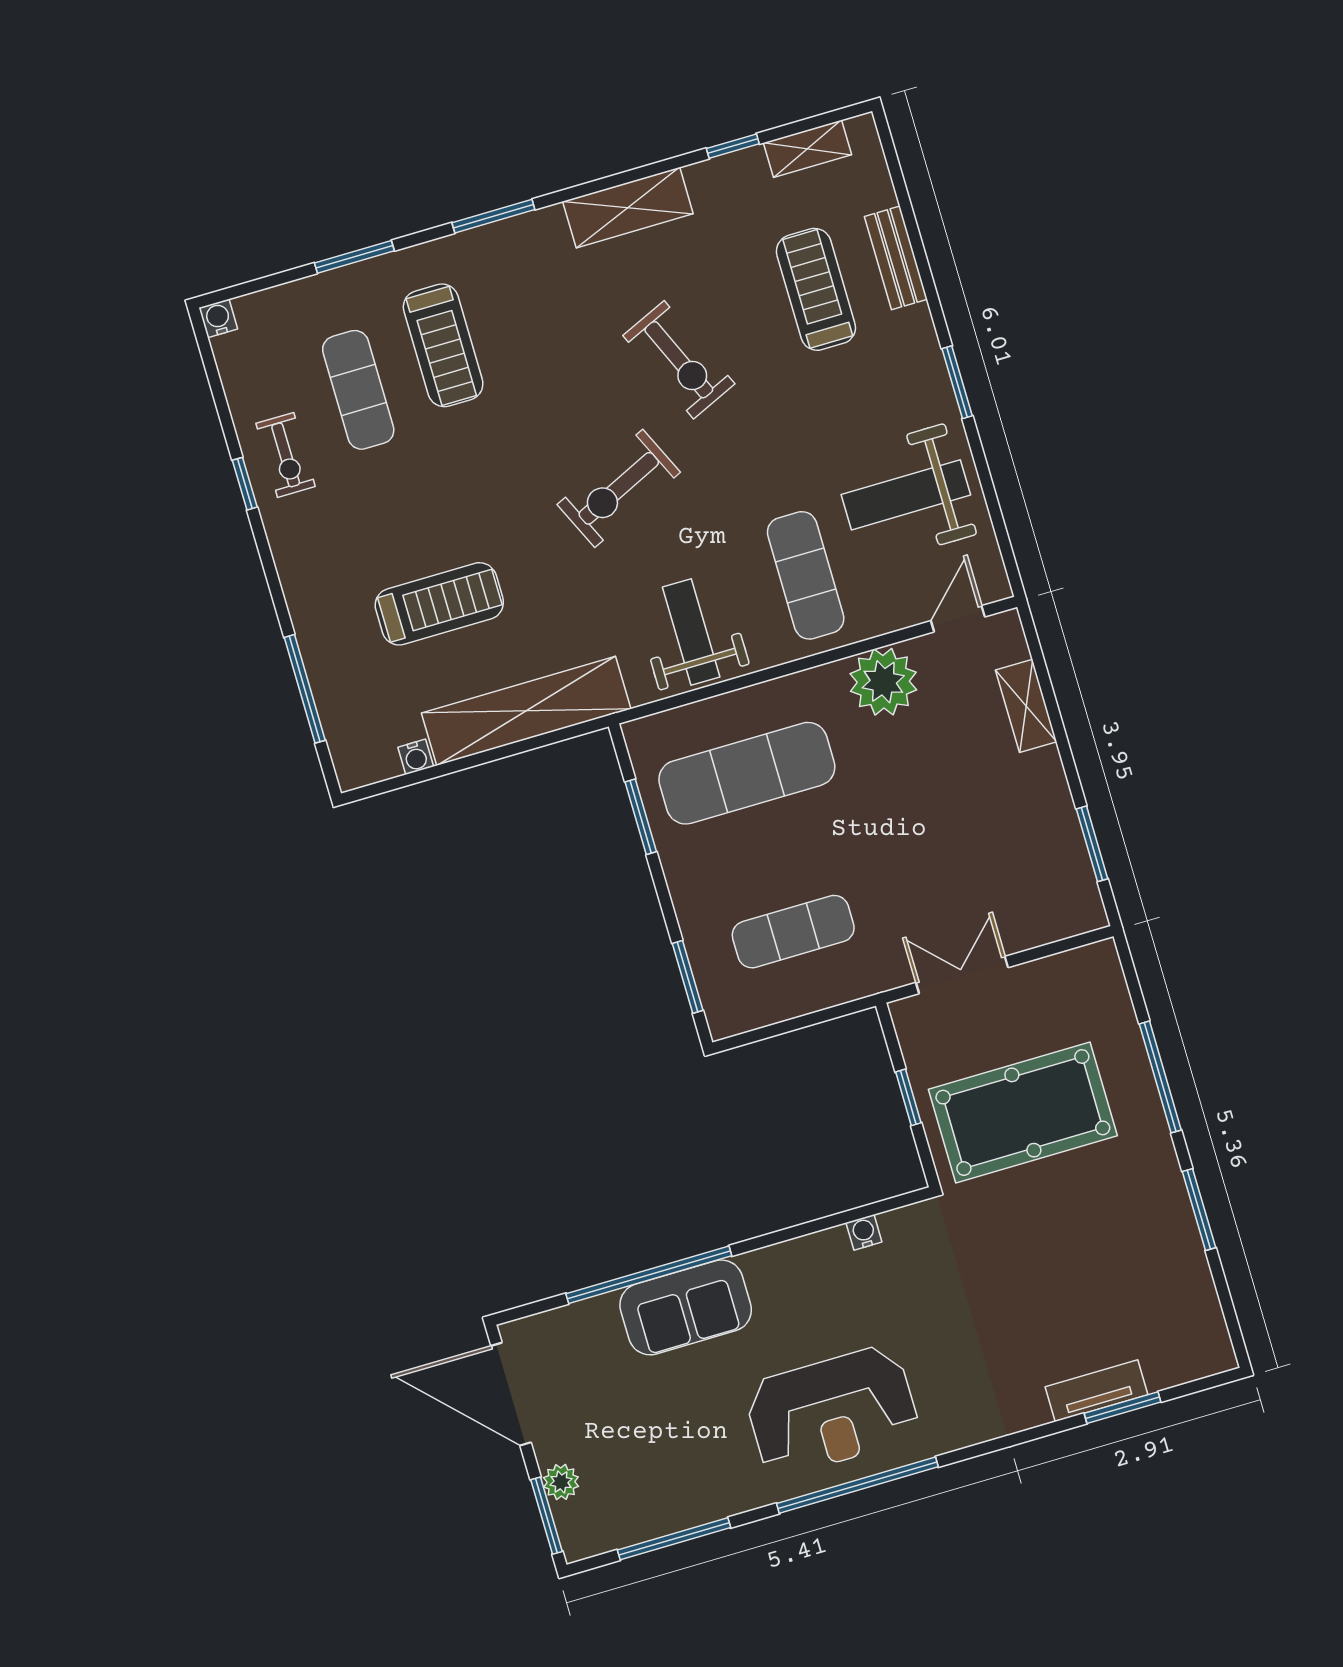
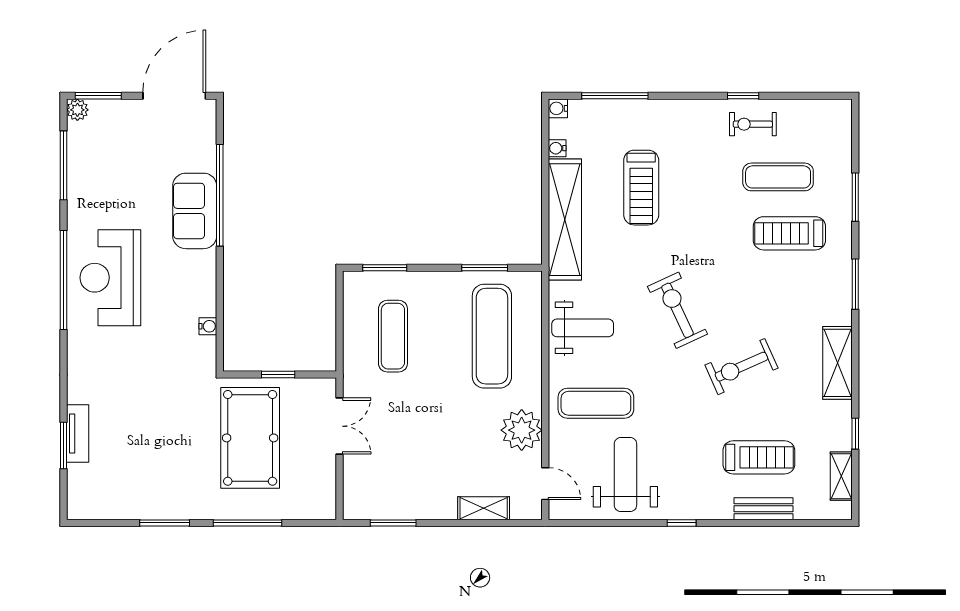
water cooler: (218, 318) -> (558, 108), moved, turned 180
window: (957, 382) -> (682, 523), width x0.67
plant: (561, 1482) -> (77, 110), moved

